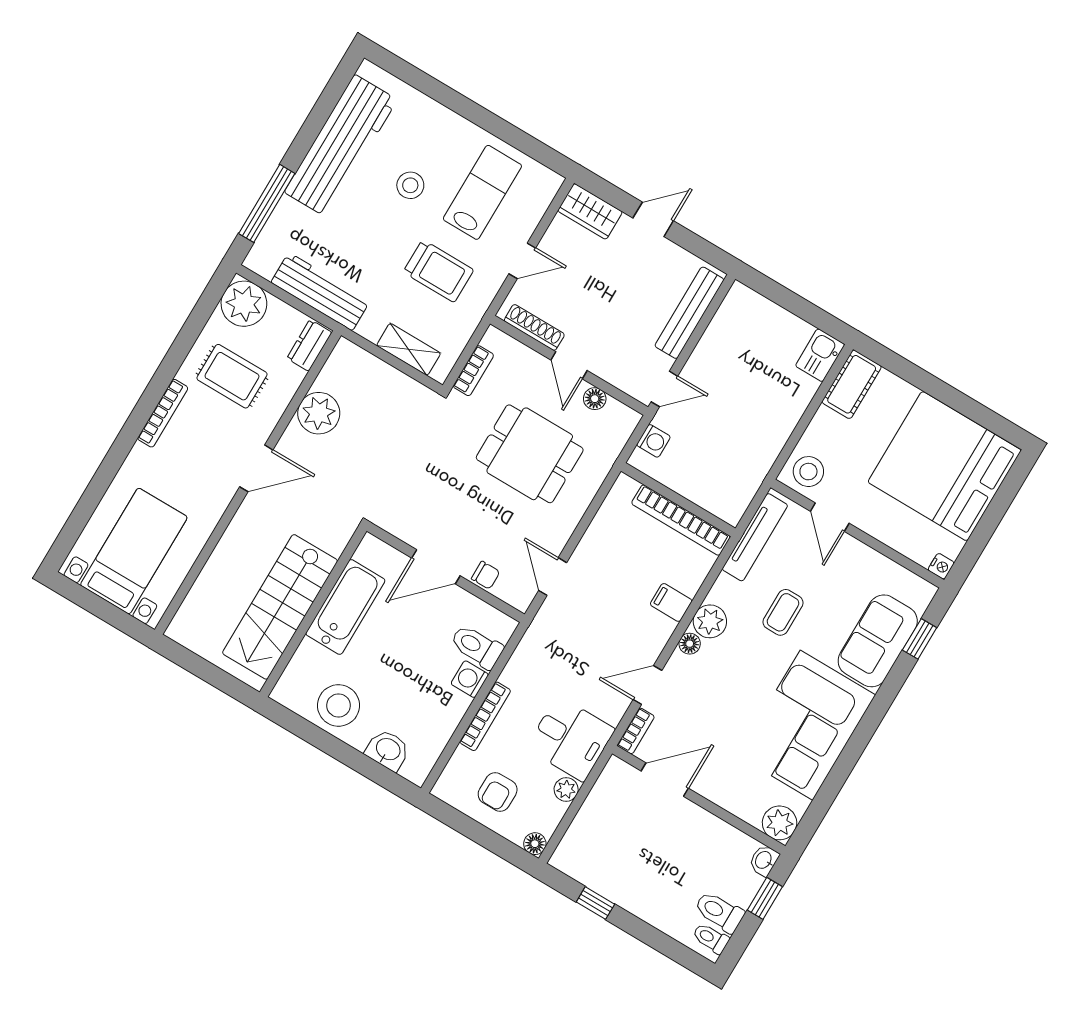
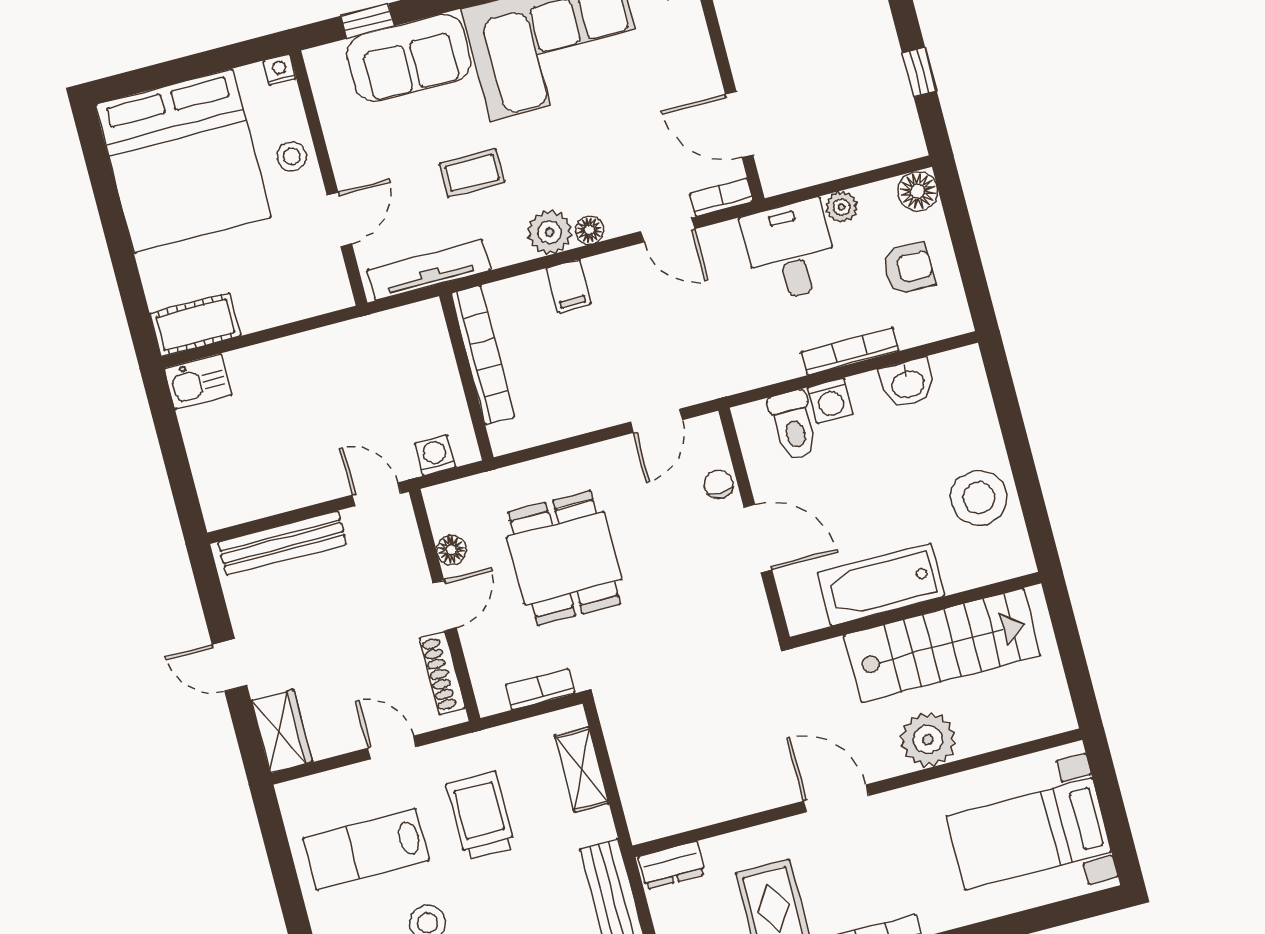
plant: (319, 413) -> (928, 740), moved
stool: (808, 472) -> (292, 156), moved, width x0.73, depth x0.73
washbasin: (388, 750) -> (908, 383), moved, turned -90
floor lamp: (535, 844) -> (918, 191), width x1.37, depth x1.37

